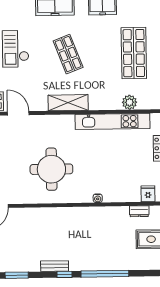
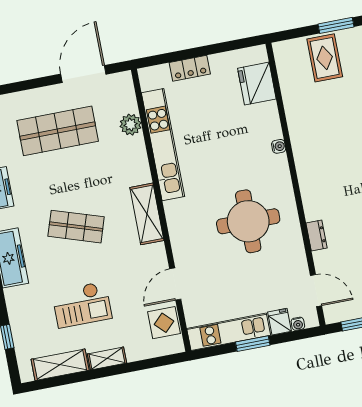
shop shelf: (68, 54) -> (76, 227), turned 39
fridge: (148, 194) -> (257, 84), width x1.88, depth x1.34
dresser: (139, 211) -> (316, 236), moved

